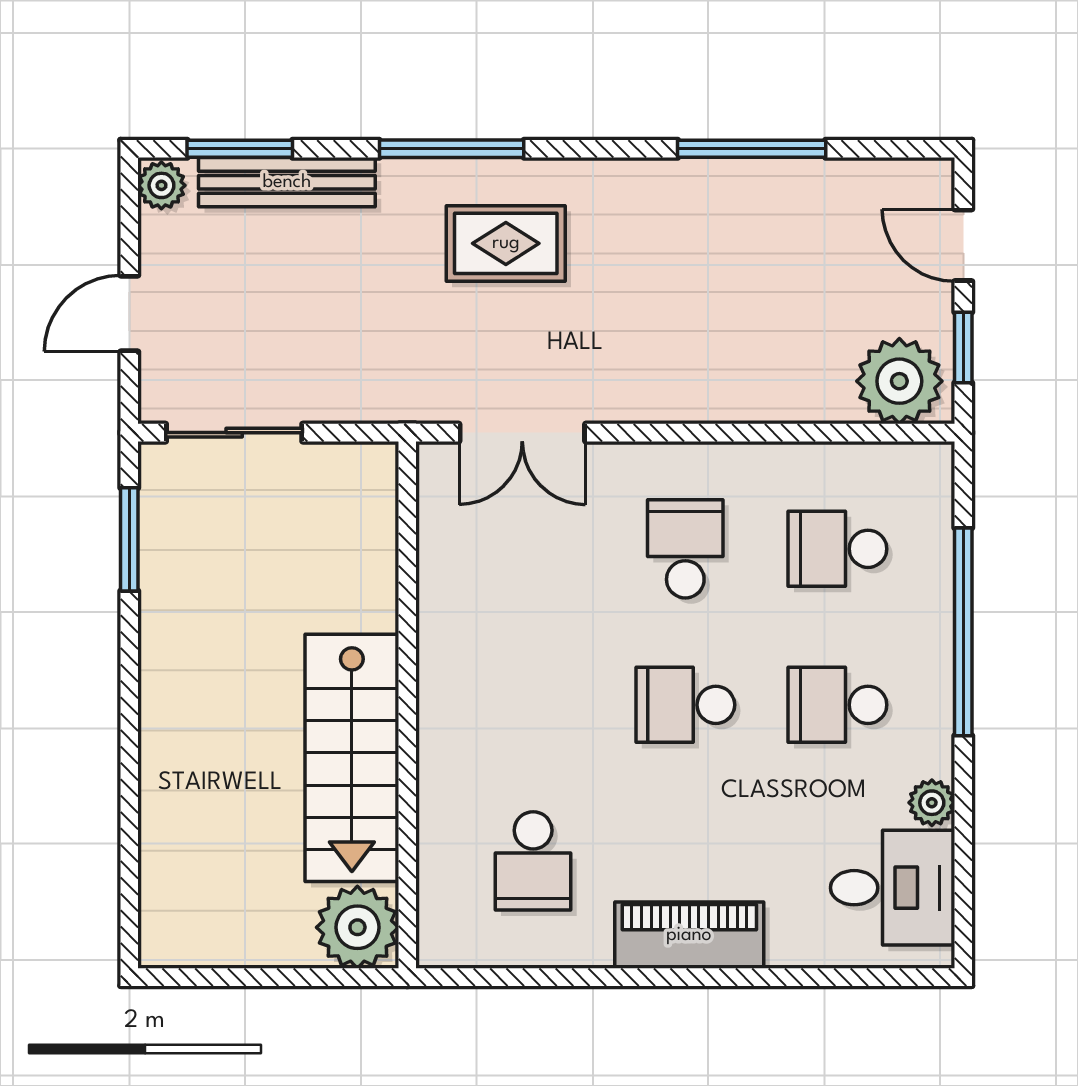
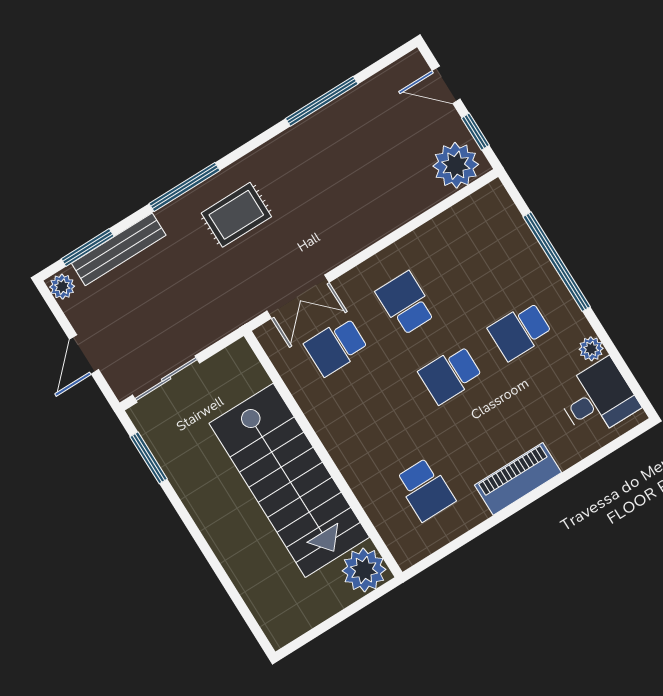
school desk: (837, 549) -> (336, 347), moved
stairs: (352, 758) -> (289, 480), width x1.36, depth x1.51

